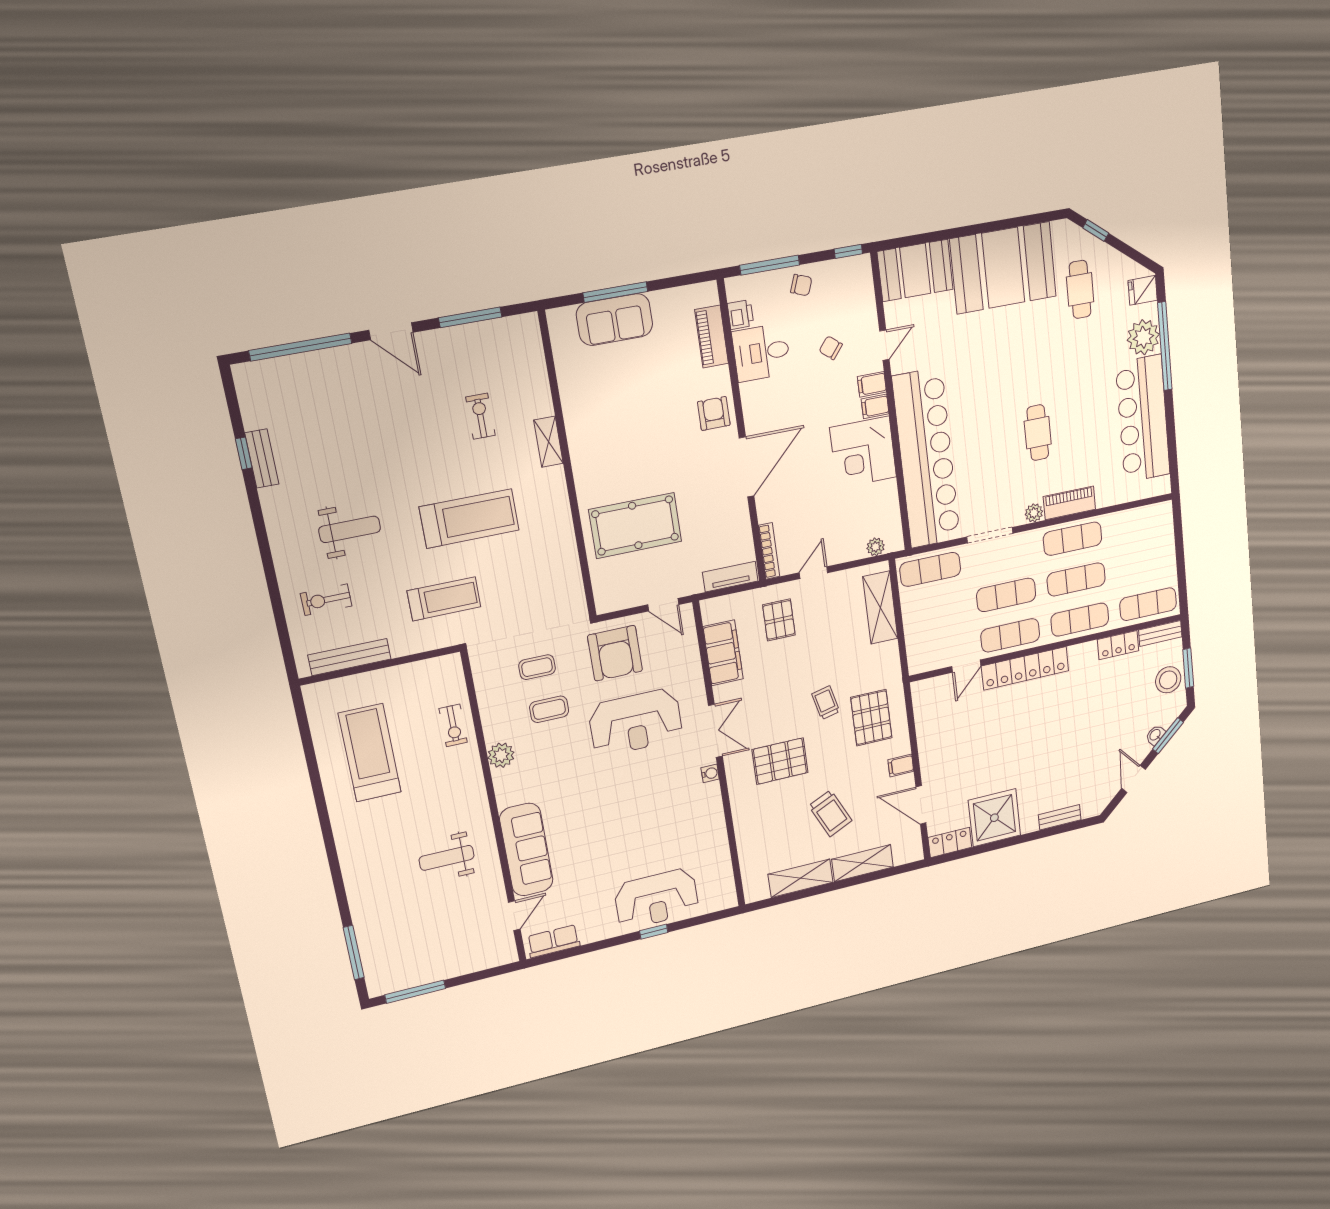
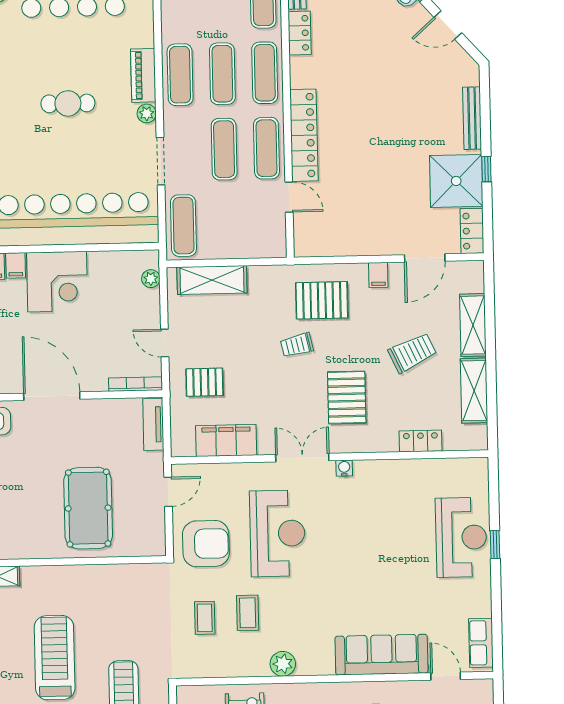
bench: (1060, 817) -> (472, 118), width x1.36
locker: (746, 840) -> (421, 441), added
window: (1007, 842) -> (486, 169), added

